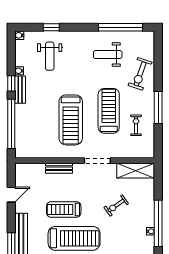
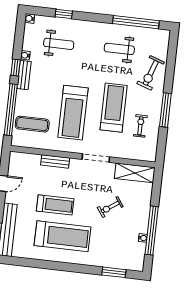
weight bench: (50, 56) -> (59, 44), turned -90
exercise mat: (33, 135) -> (32, 124), added
treadmill: (64, 209) -> (55, 205), turned 180

